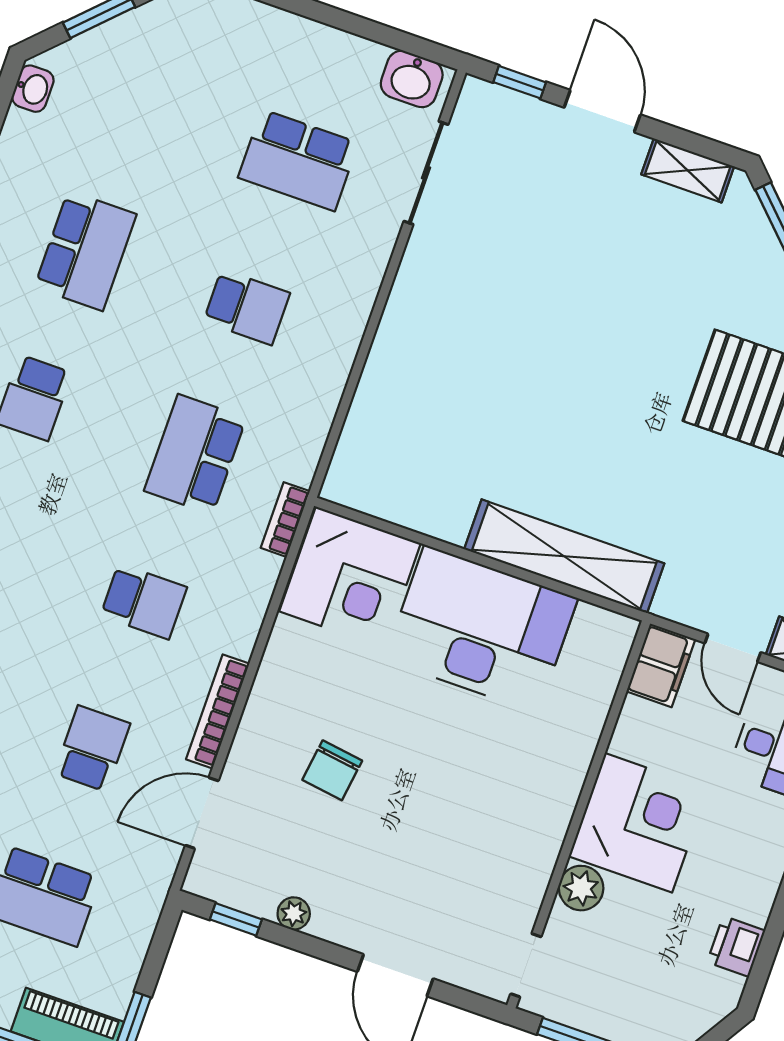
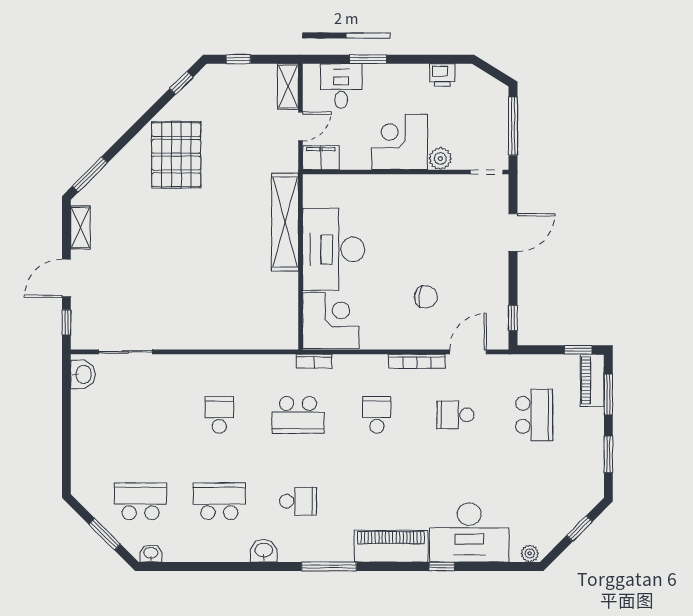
school desk: (298, 160) -> (141, 501), moved, turned -90
door: (202, 813) -> (468, 352), swing flipped
plant: (294, 913) -> (500, 291), removed

